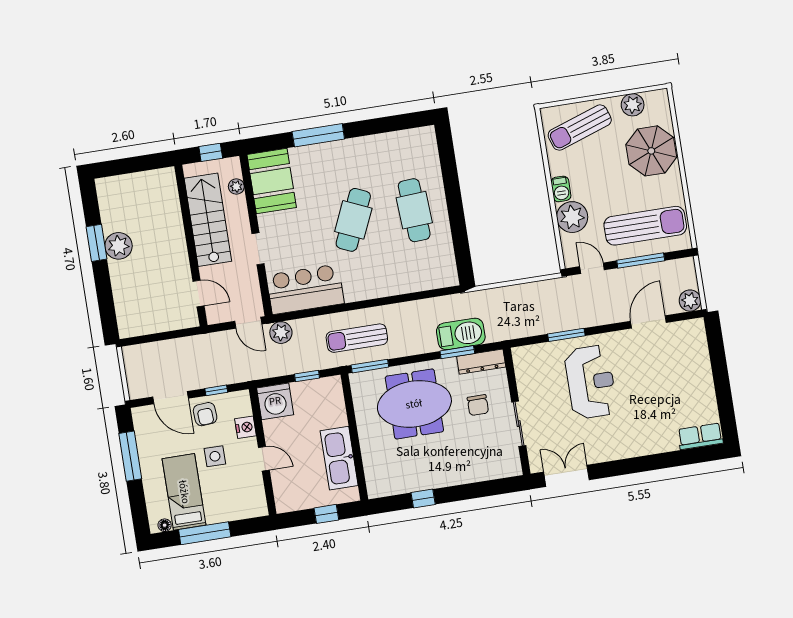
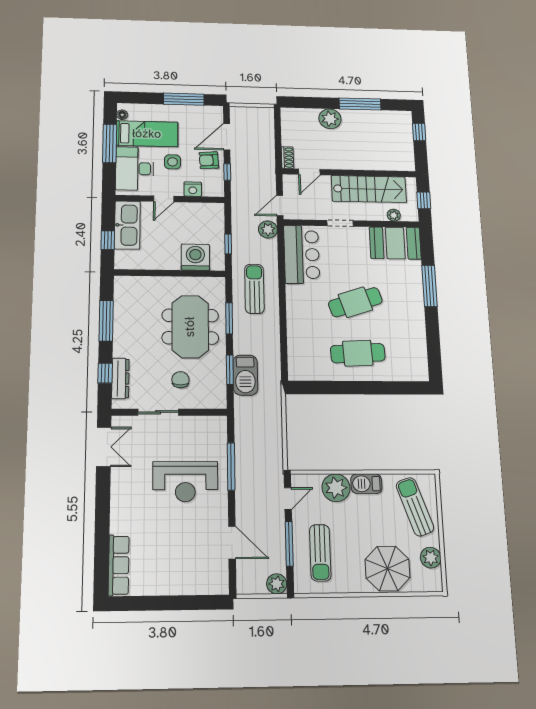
window: (121, 167) -> (419, 132), added
barbecue: (561, 189) -> (366, 484), width x1.38, depth x1.27
cafe table: (353, 220) -> (355, 302), turned -42
sun lounger: (645, 226) -> (320, 553), width x0.73, depth x0.75
window: (96, 243) -> (360, 104), width x1.44
plant: (118, 246) -> (330, 119), moved
plant: (690, 301) -> (277, 584), moved
shoe rack: (184, 322) -> (288, 158), added
window: (566, 335) -> (231, 466), width x1.44
dresser: (481, 362) -> (120, 378), moved, turned 180
window: (370, 366) -> (229, 318), moved
washing machine: (275, 401) -> (195, 257), moved, turned 90
chair: (478, 405) -> (180, 380), turned 90
row of seats: (700, 436) -> (119, 565), width x1.48
kitchen sink: (339, 458) -> (127, 225), moved, turned 90
window: (484, 489) -> (105, 373), added
desk: (232, 499) -> (135, 169), added
window: (423, 499) -> (106, 321), width x2.17

